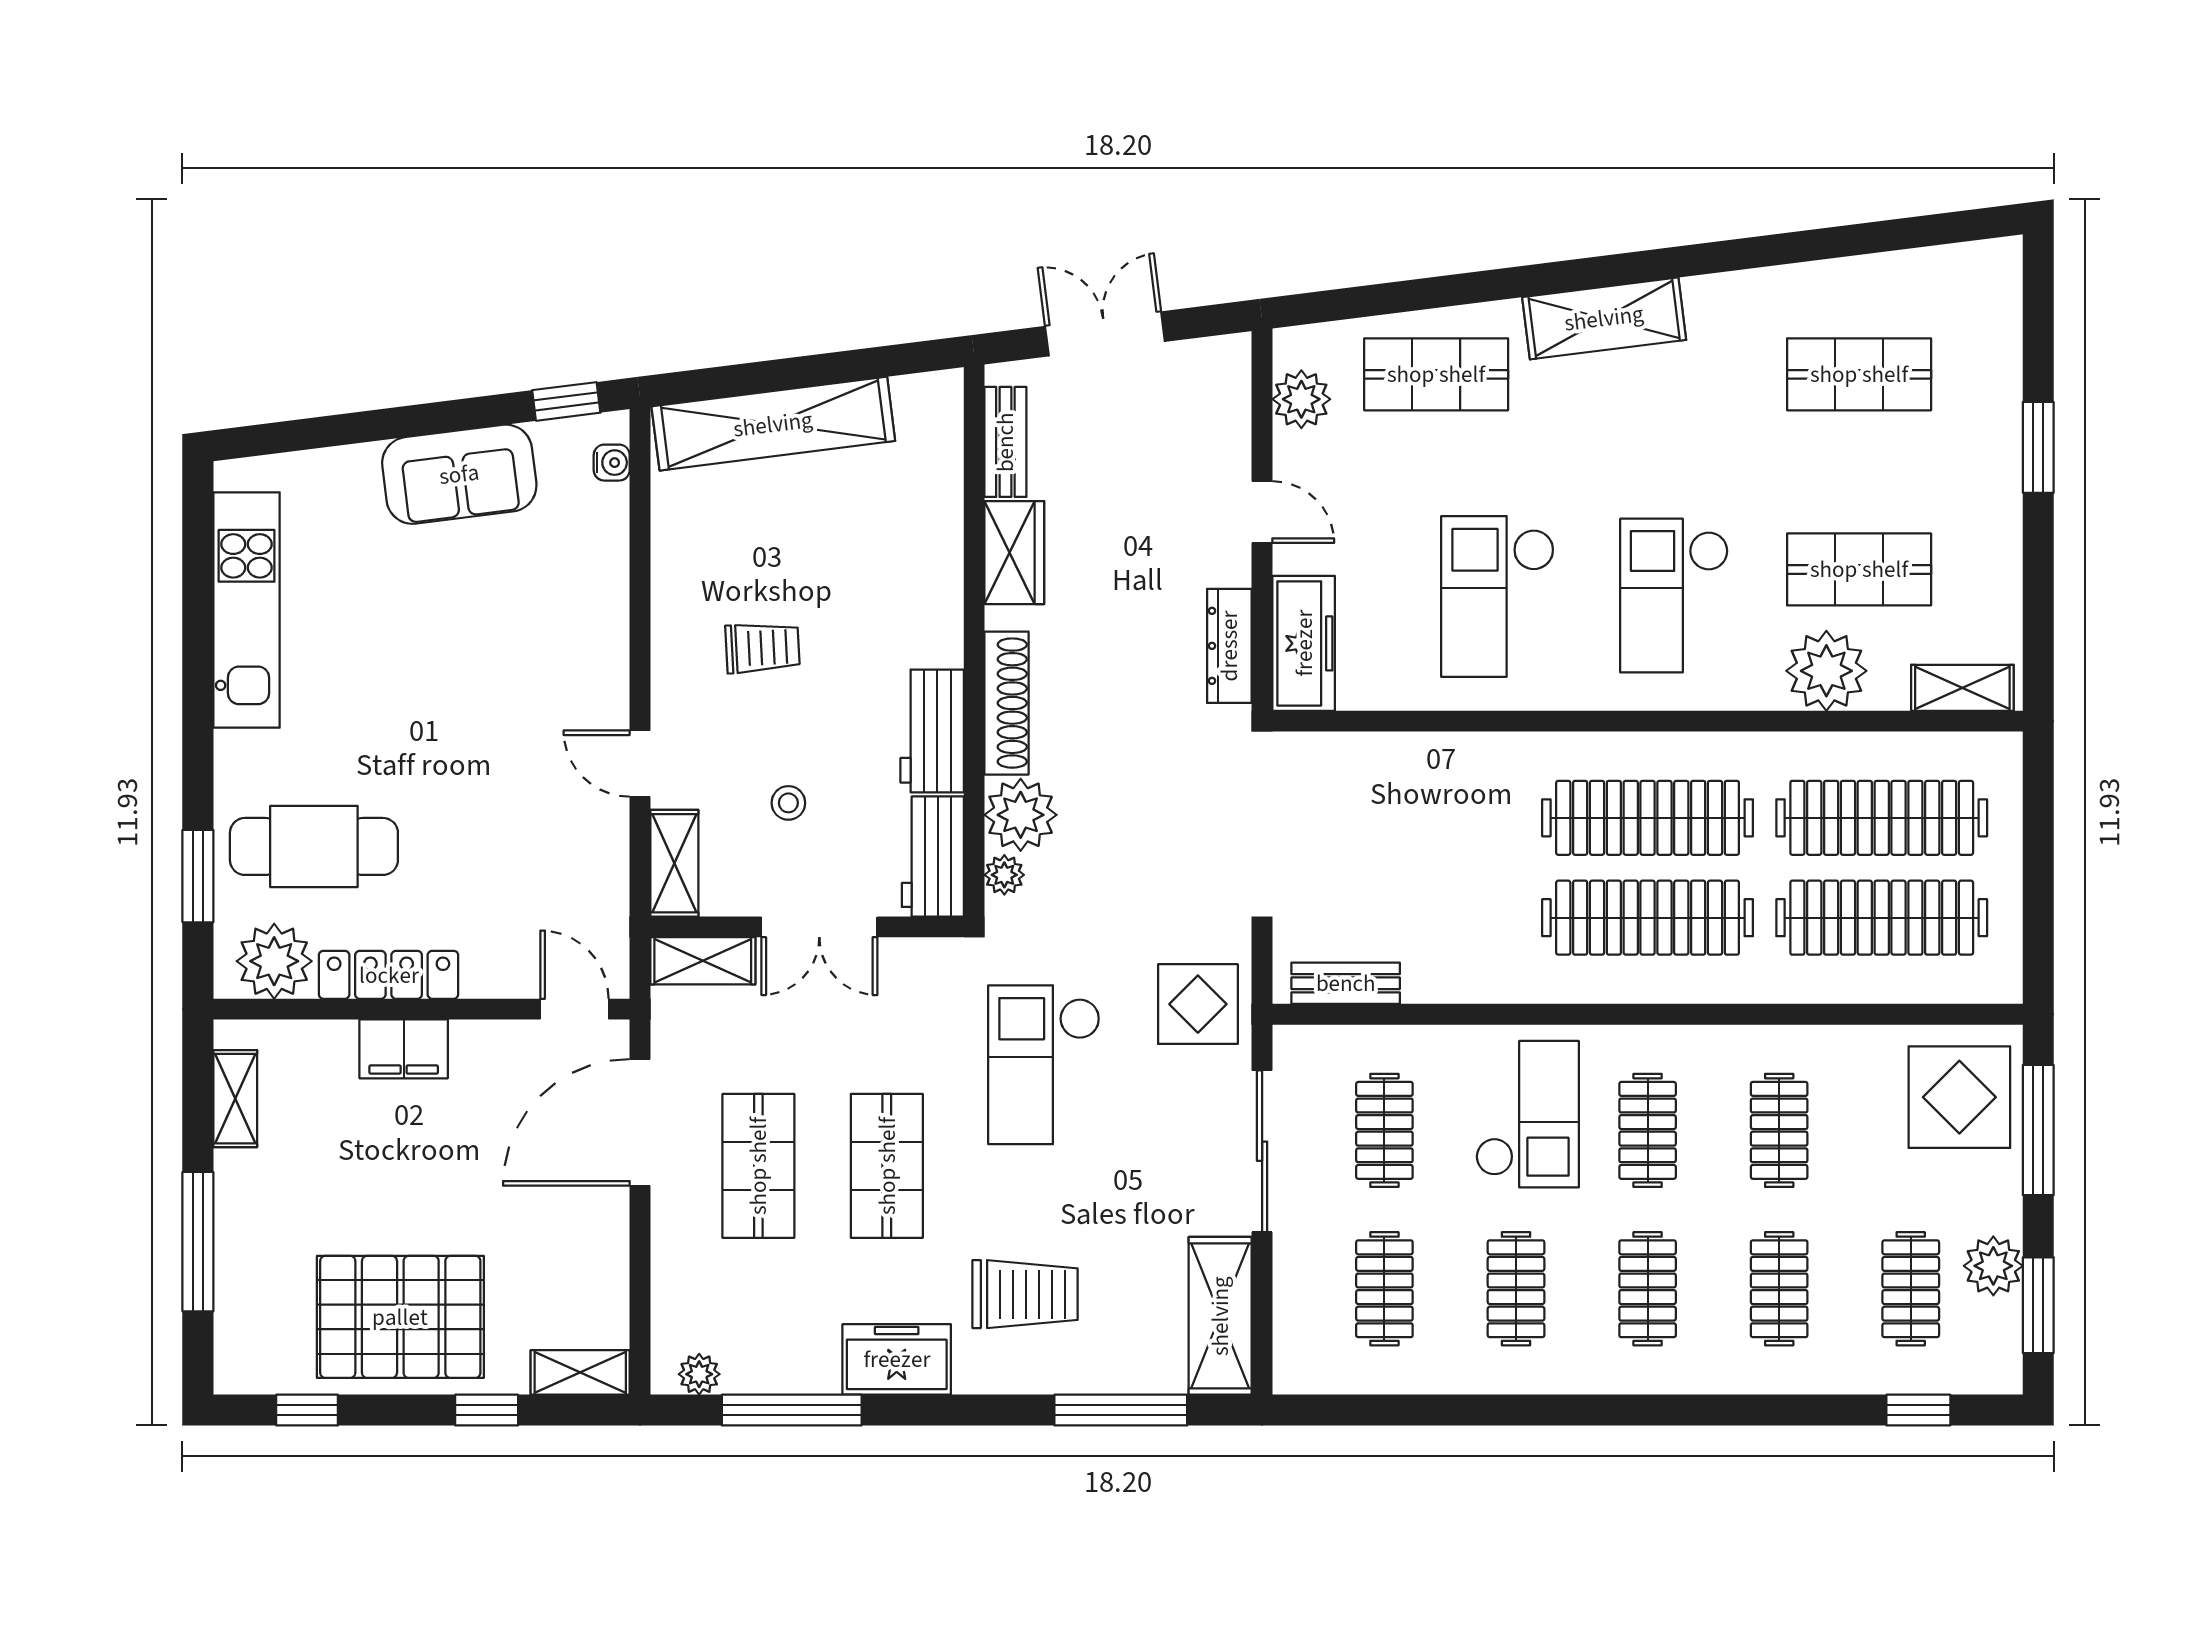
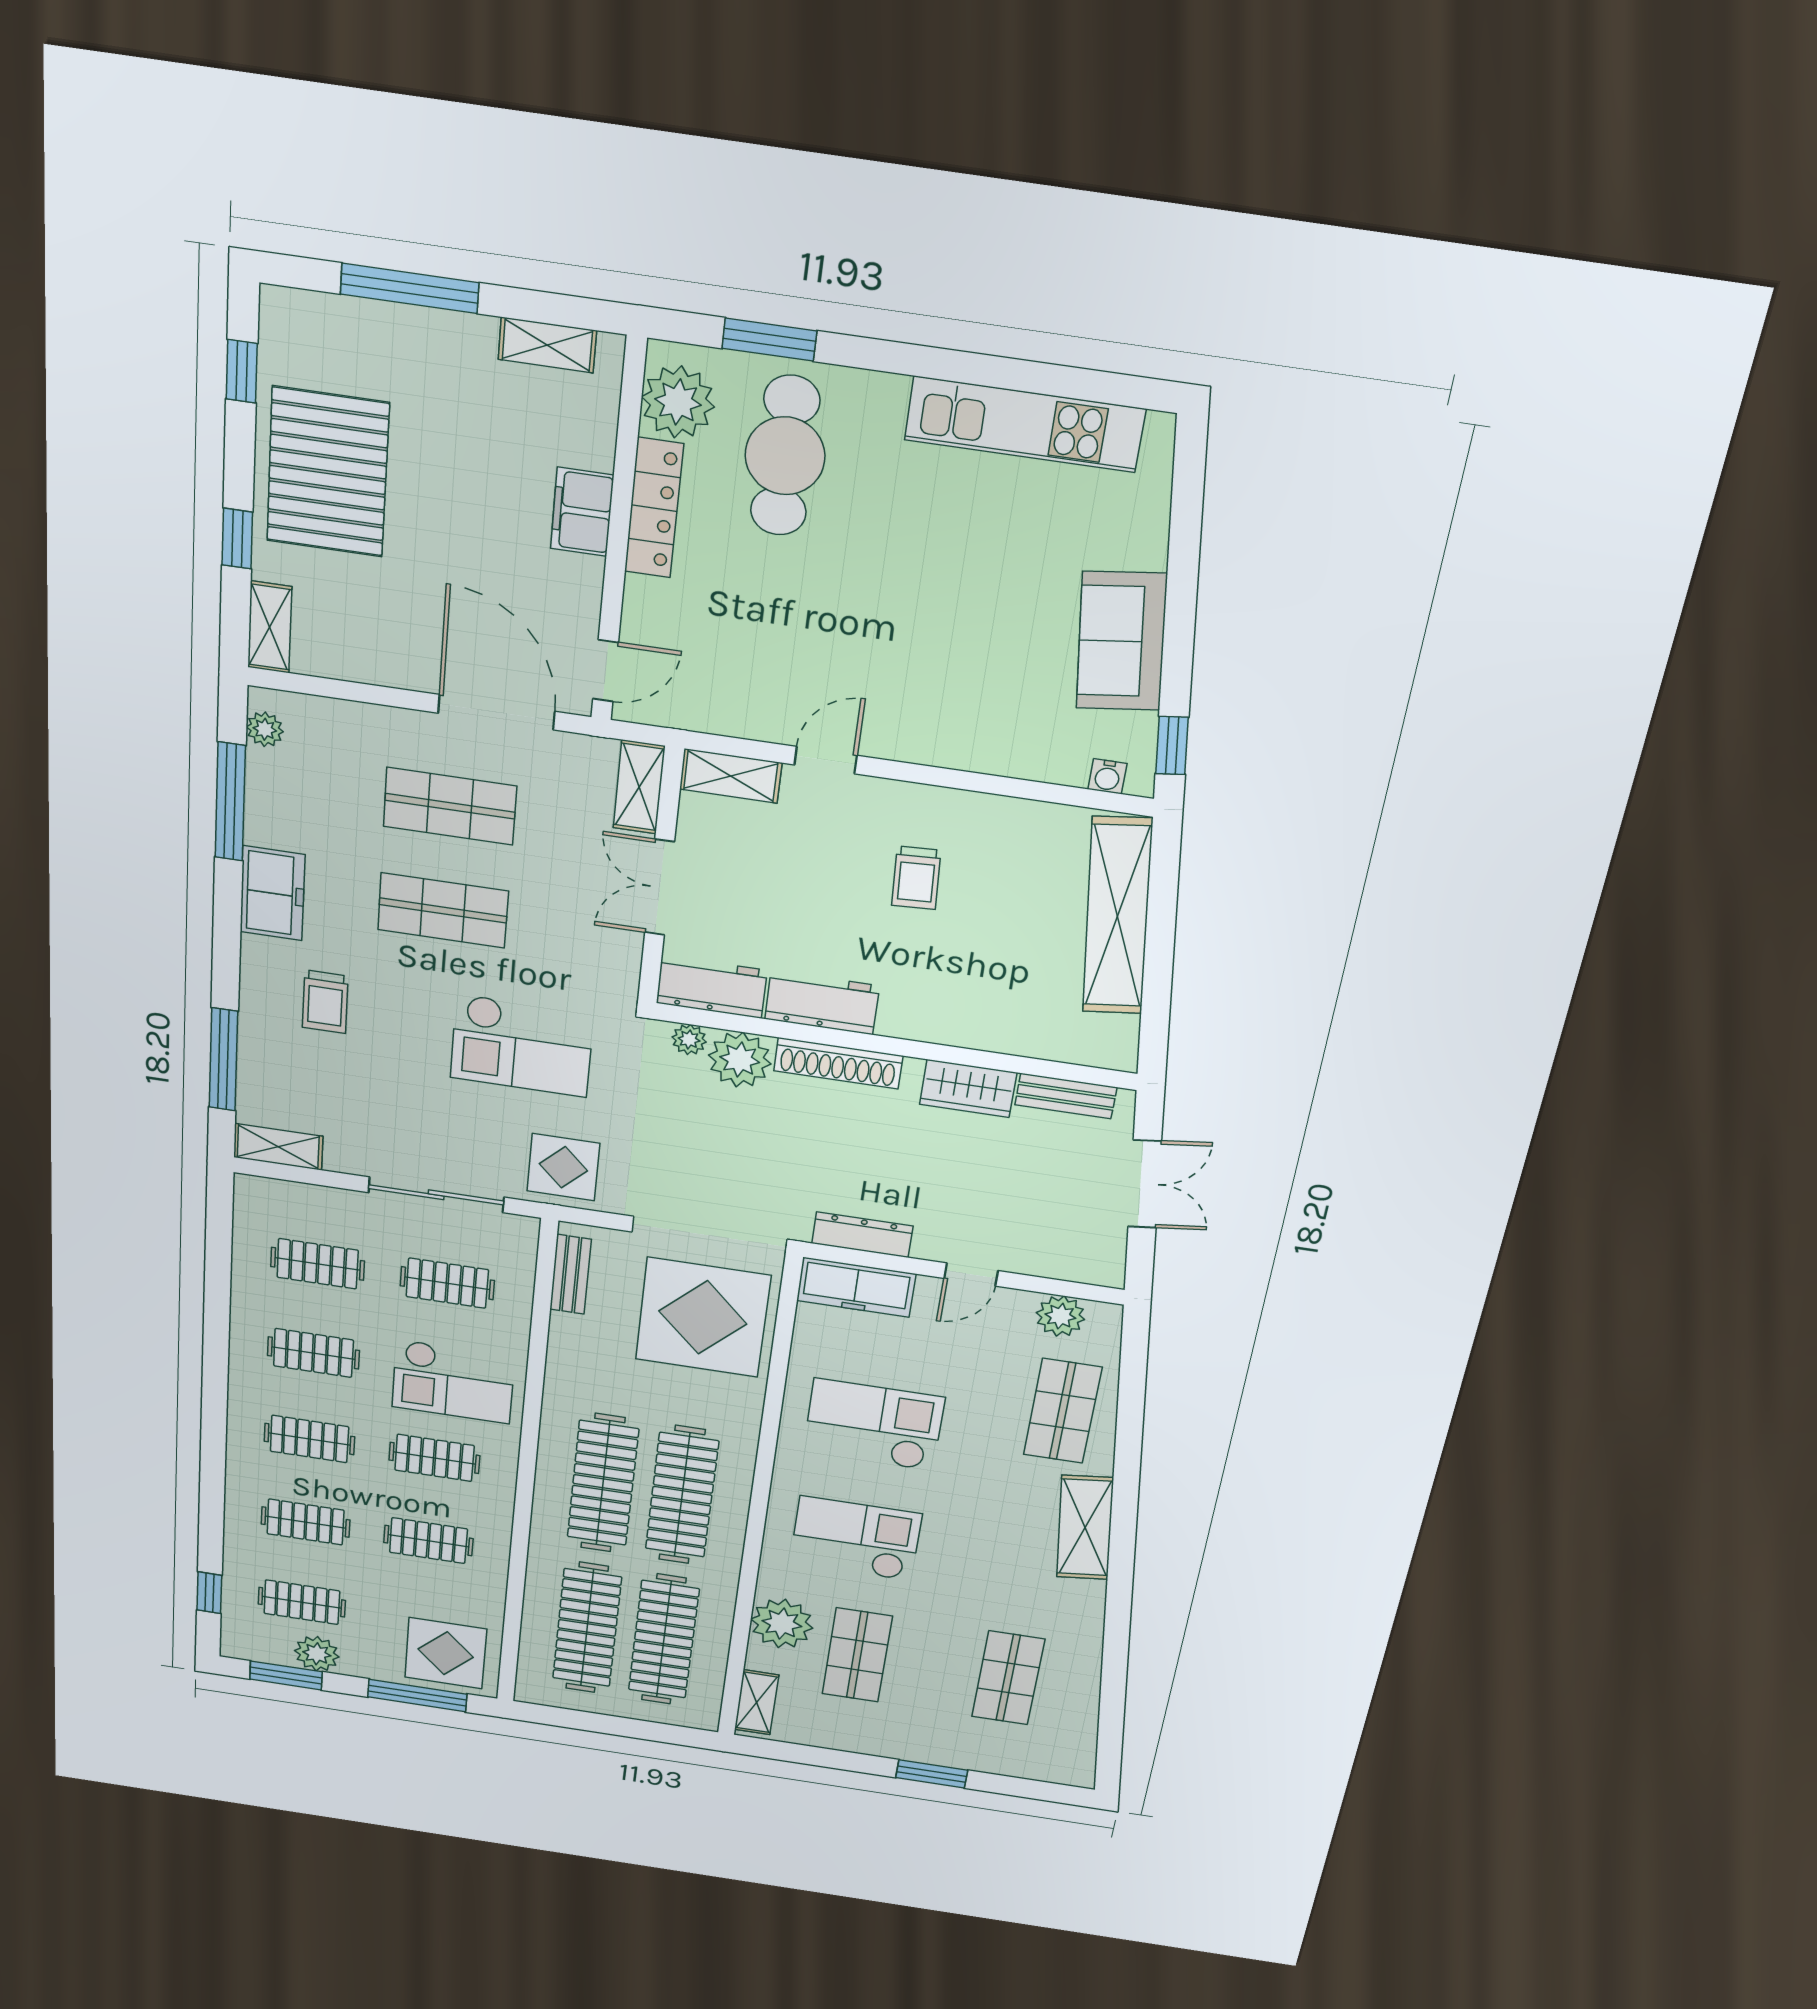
stool: (788, 803) -> (774, 879), removed
display table: (1379, 820) -> (703, 1317), added
checkout: (1044, 1065) -> (522, 1045), turned 180
trolley: (1025, 1294) -> (325, 1002), width x0.73, depth x0.72
shelving: (1220, 1316) -> (278, 1147), width x0.67, depth x0.75

